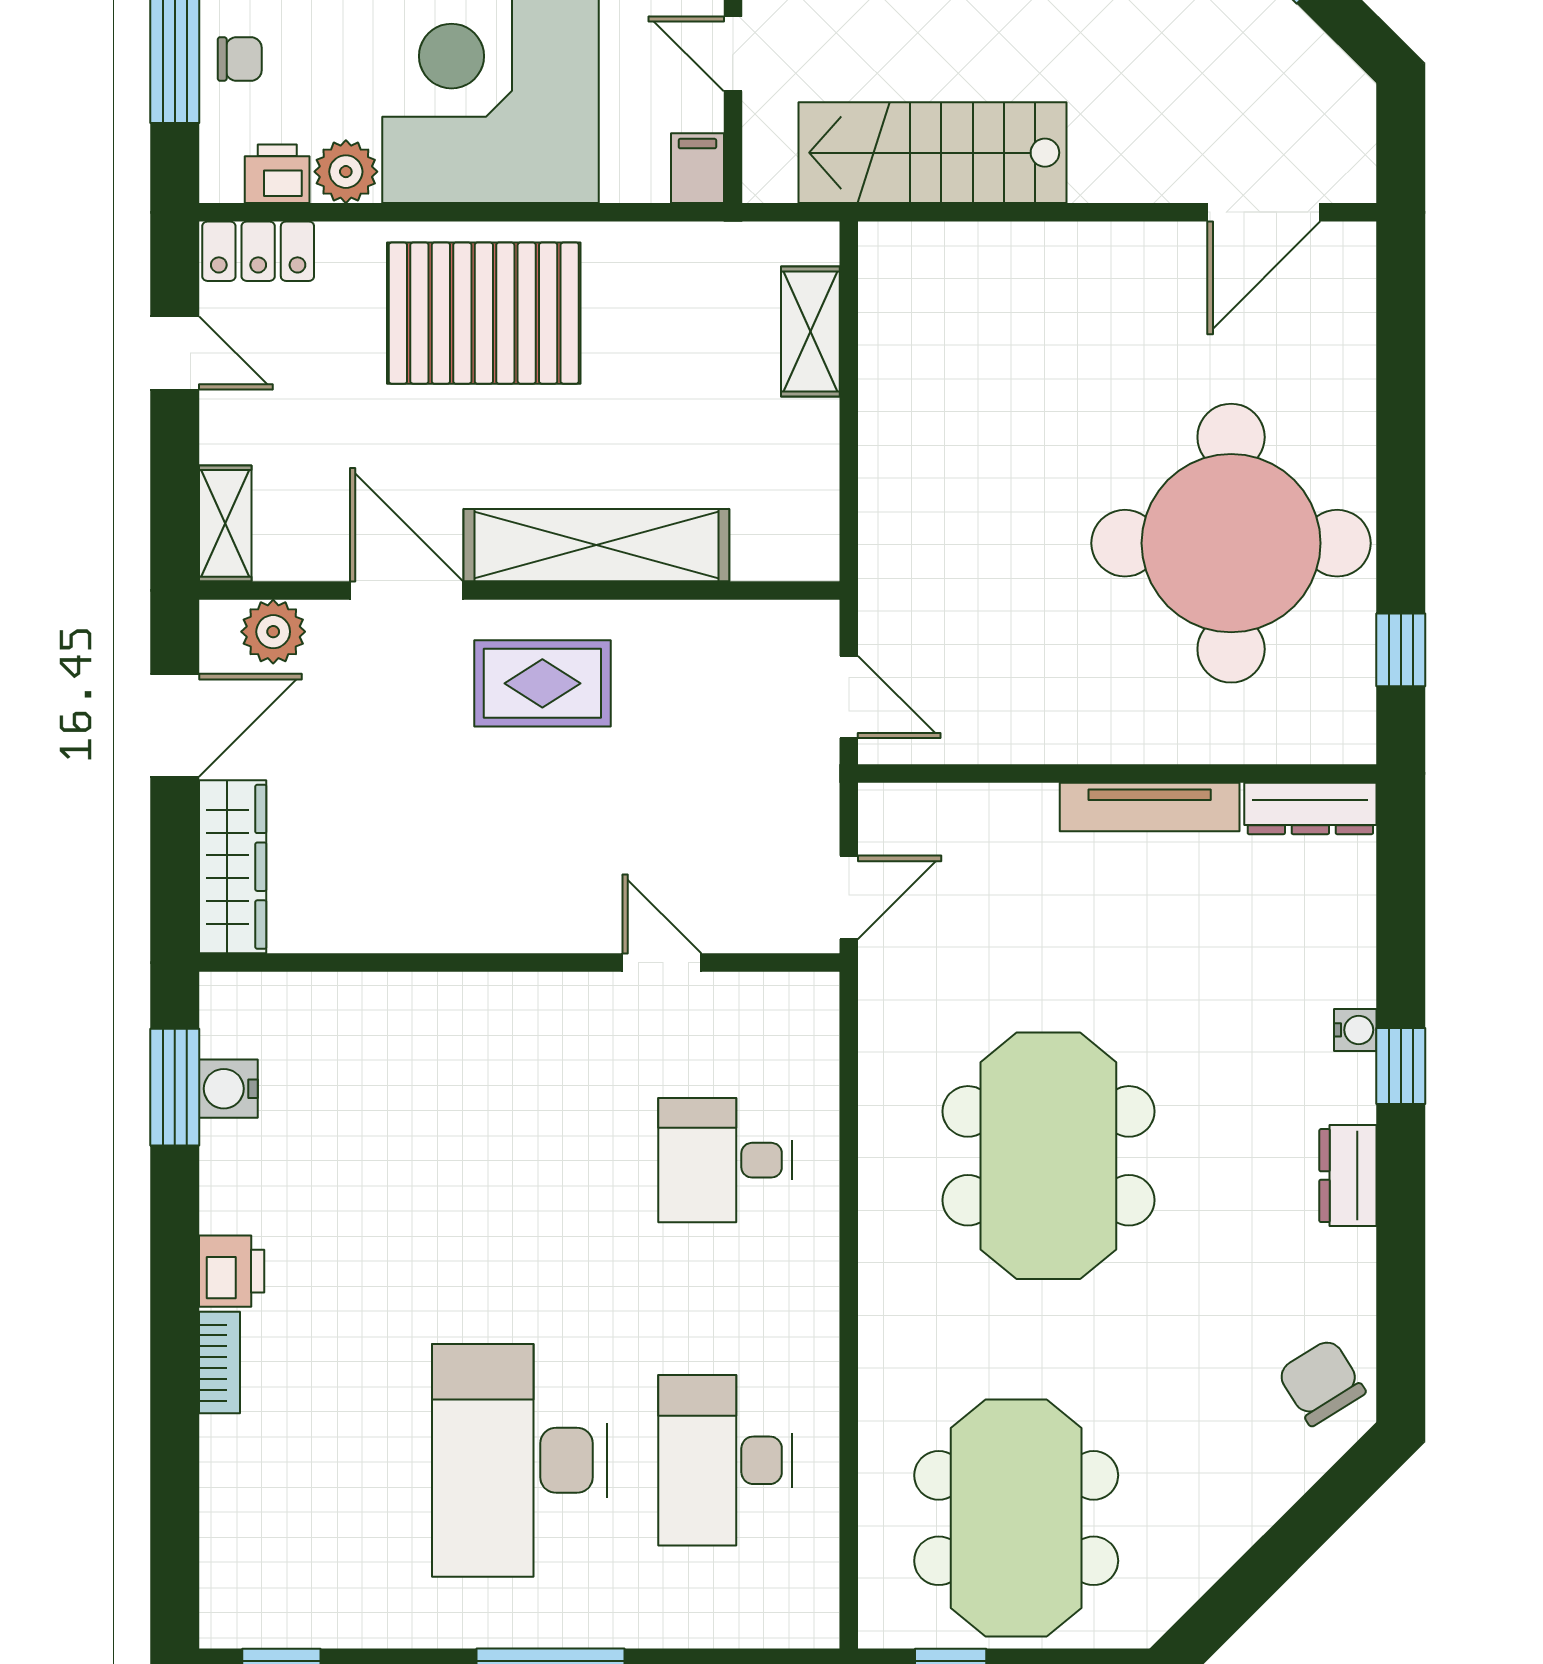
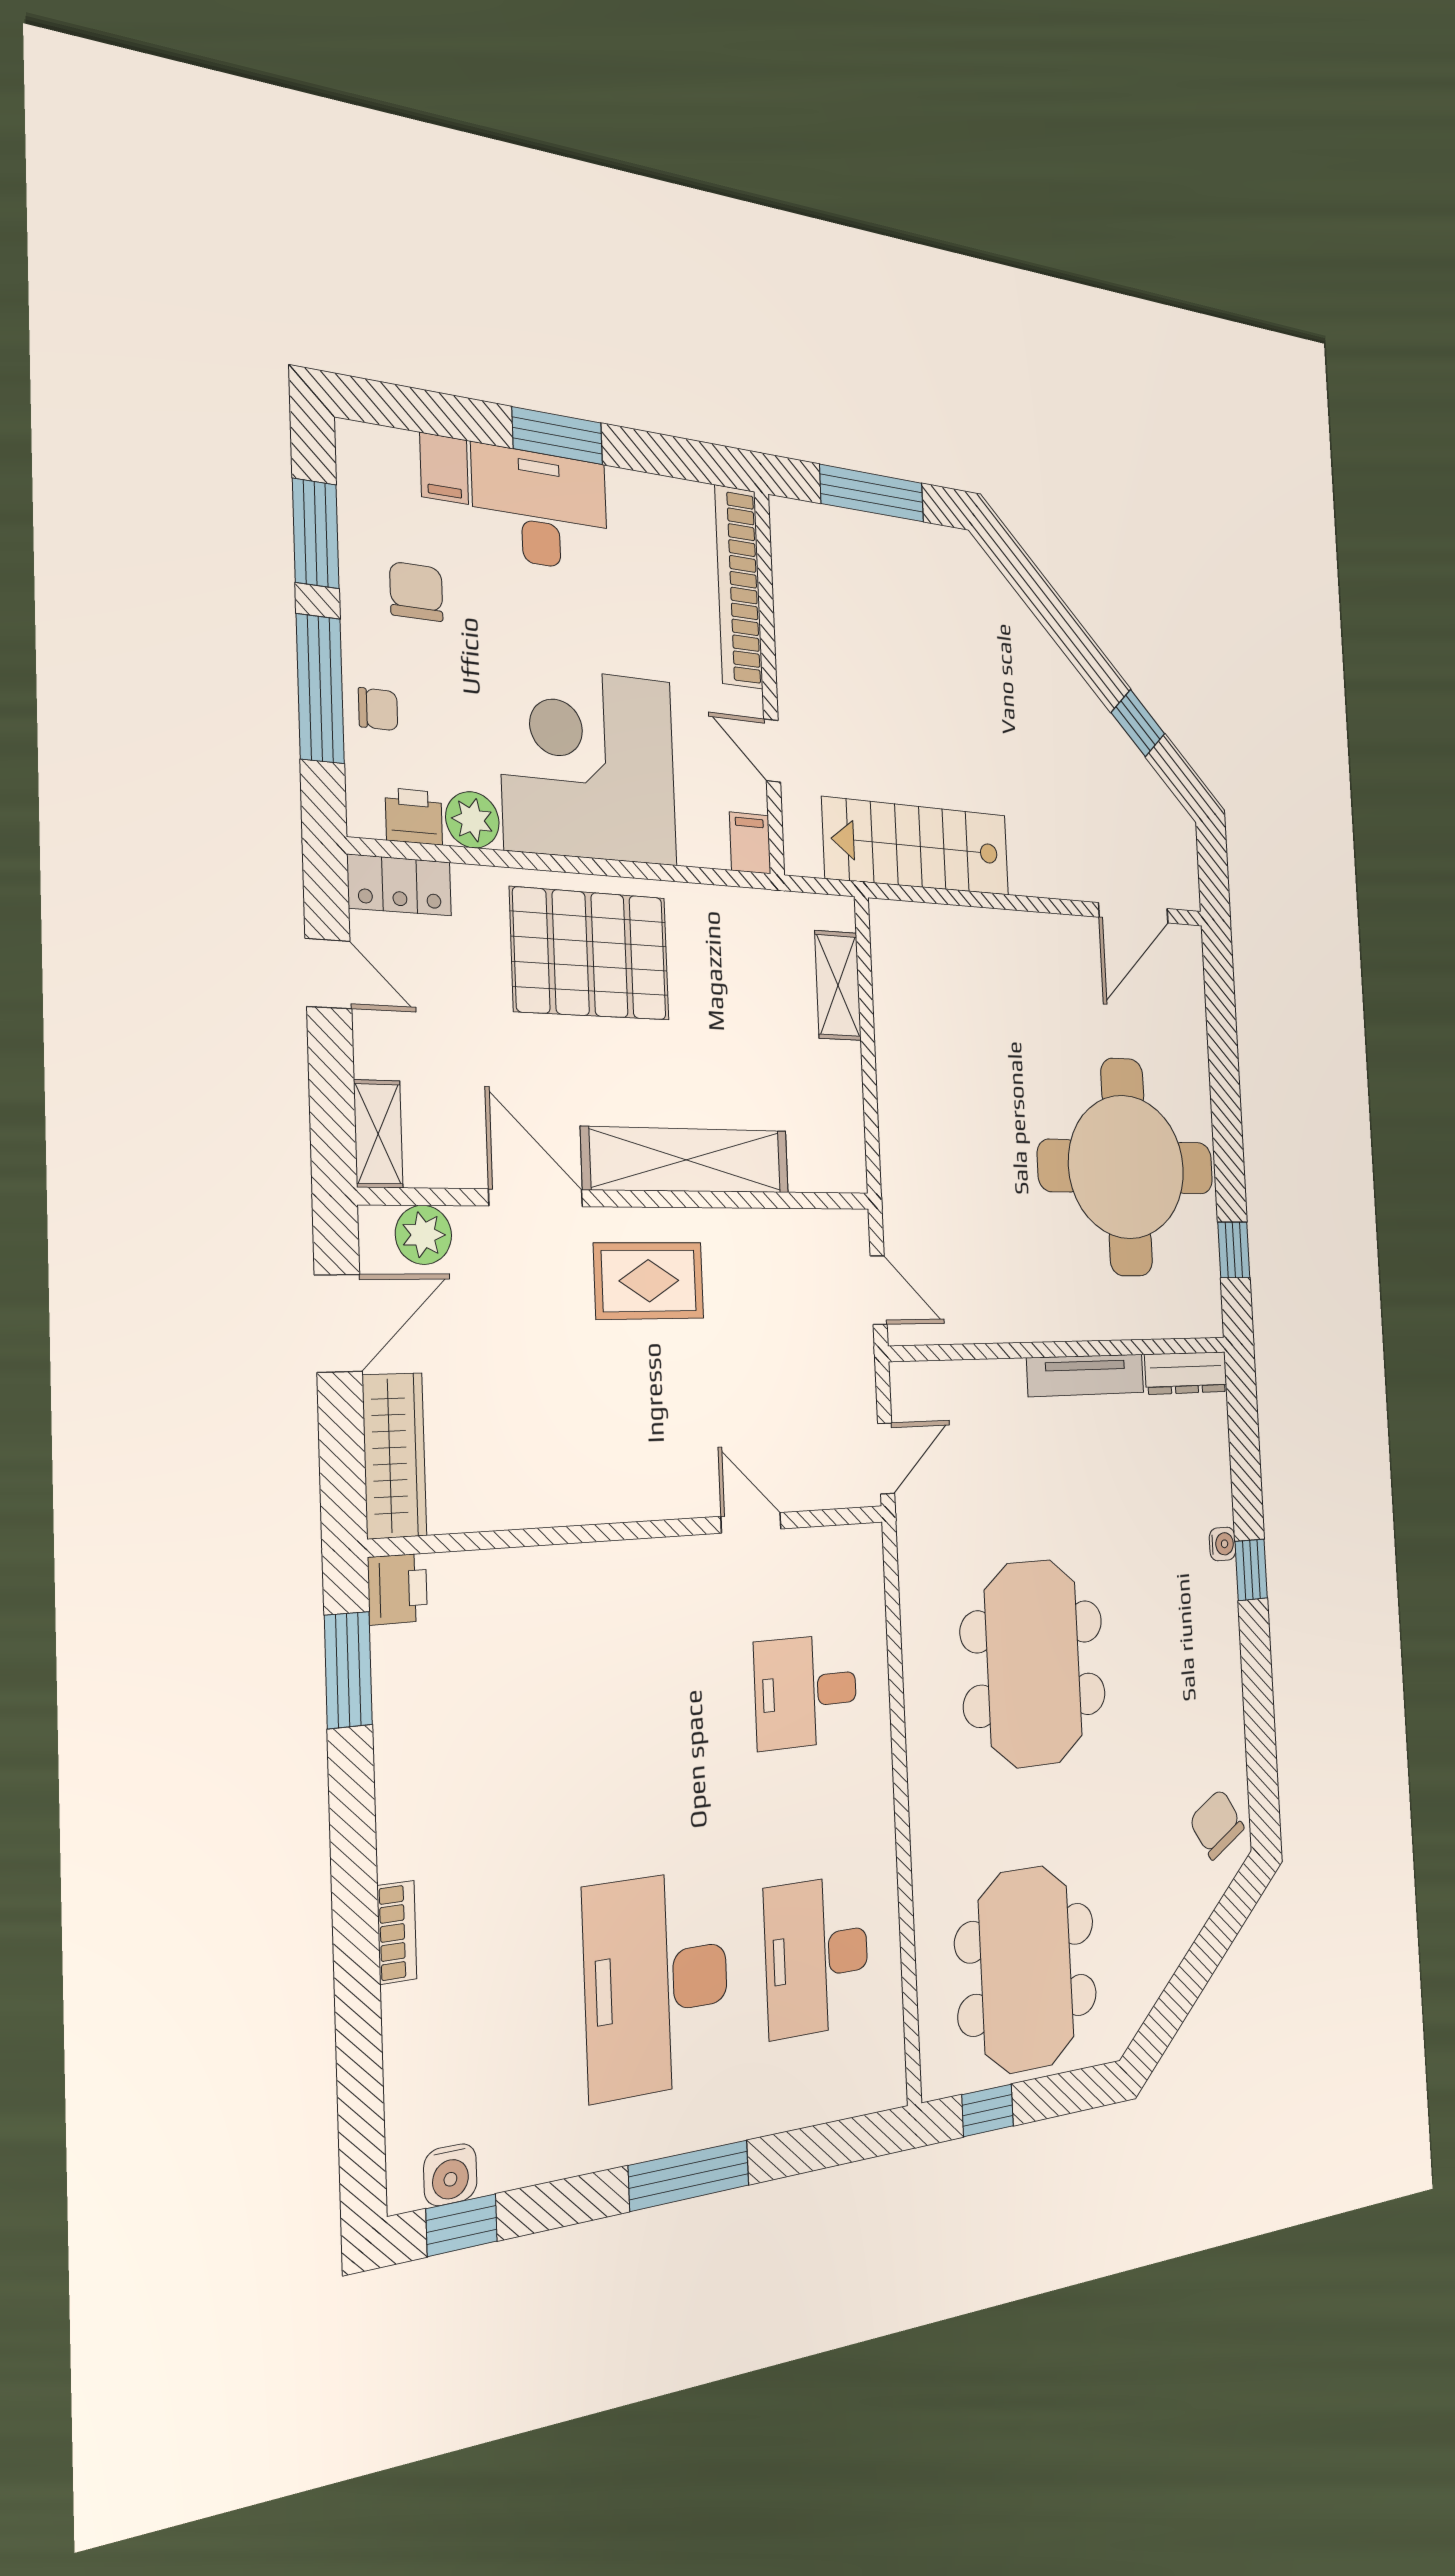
water cooler: (228, 1089) -> (450, 2175), moved, turned -90
dresser: (1348, 1176) -> (1224, 1658), removed
printer: (232, 1271) -> (398, 1589), moved

